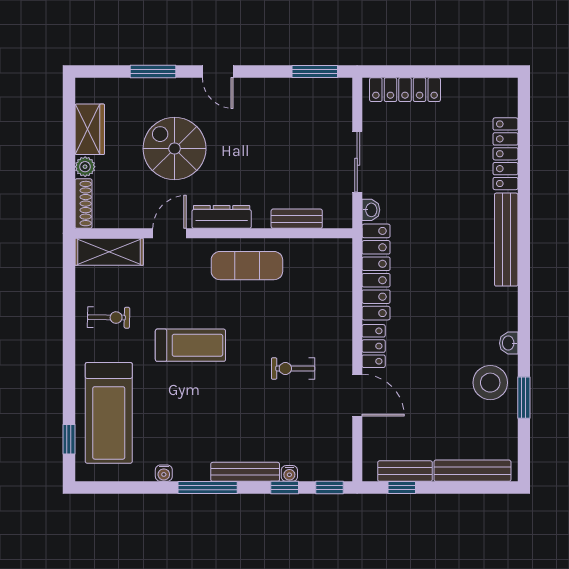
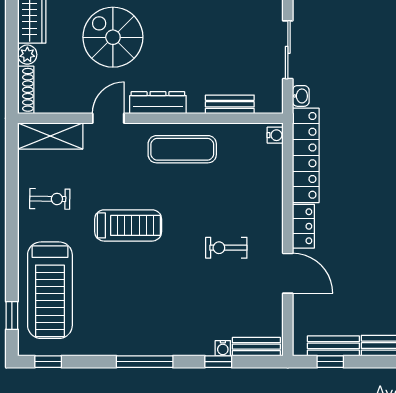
bench: (245, 472) -> (256, 347), moved, width x0.73
water cooler: (164, 473) -> (275, 135), moved, turned -90
window: (329, 488) -> (48, 362), moved

